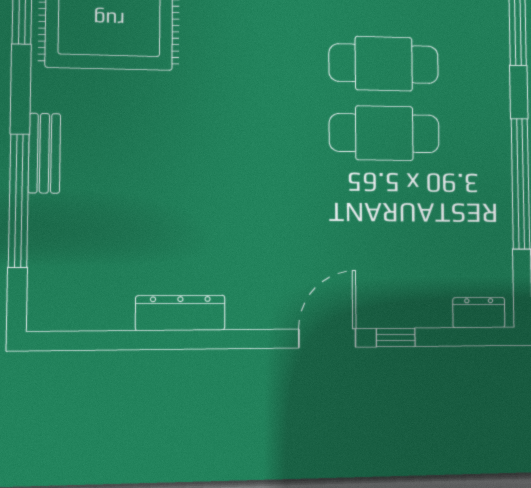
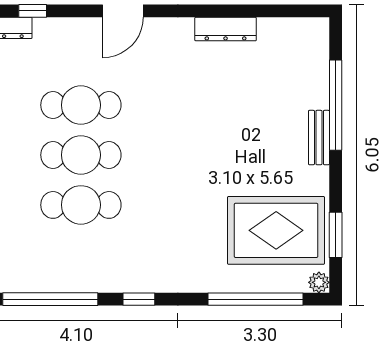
cafe table: (385, 203) -> (81, 105), added
window: (396, 338) -> (33, 11), moved

